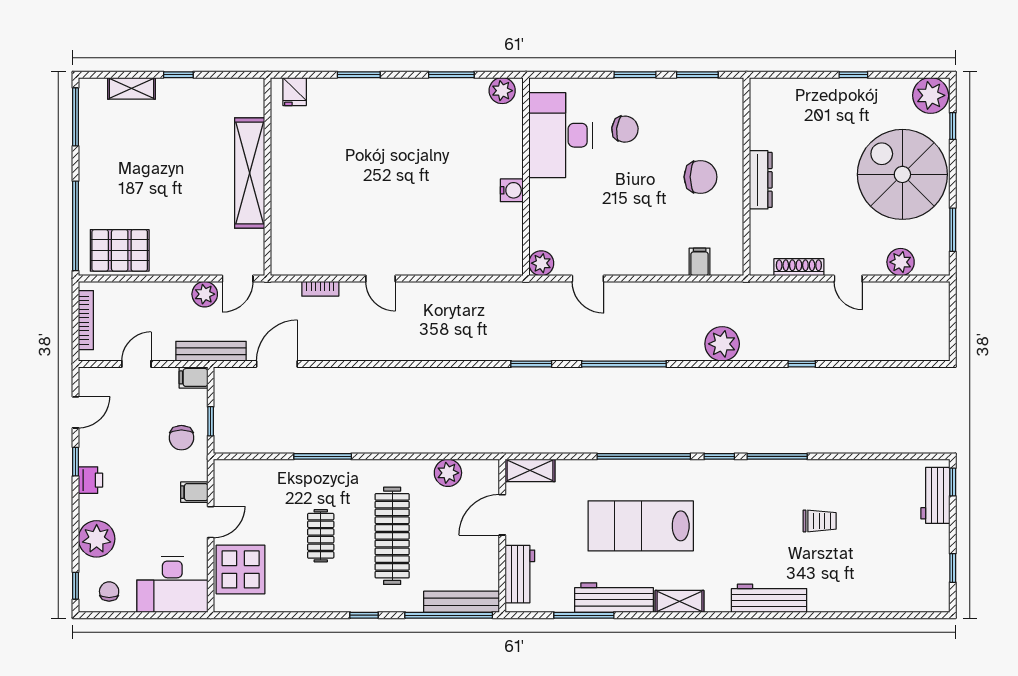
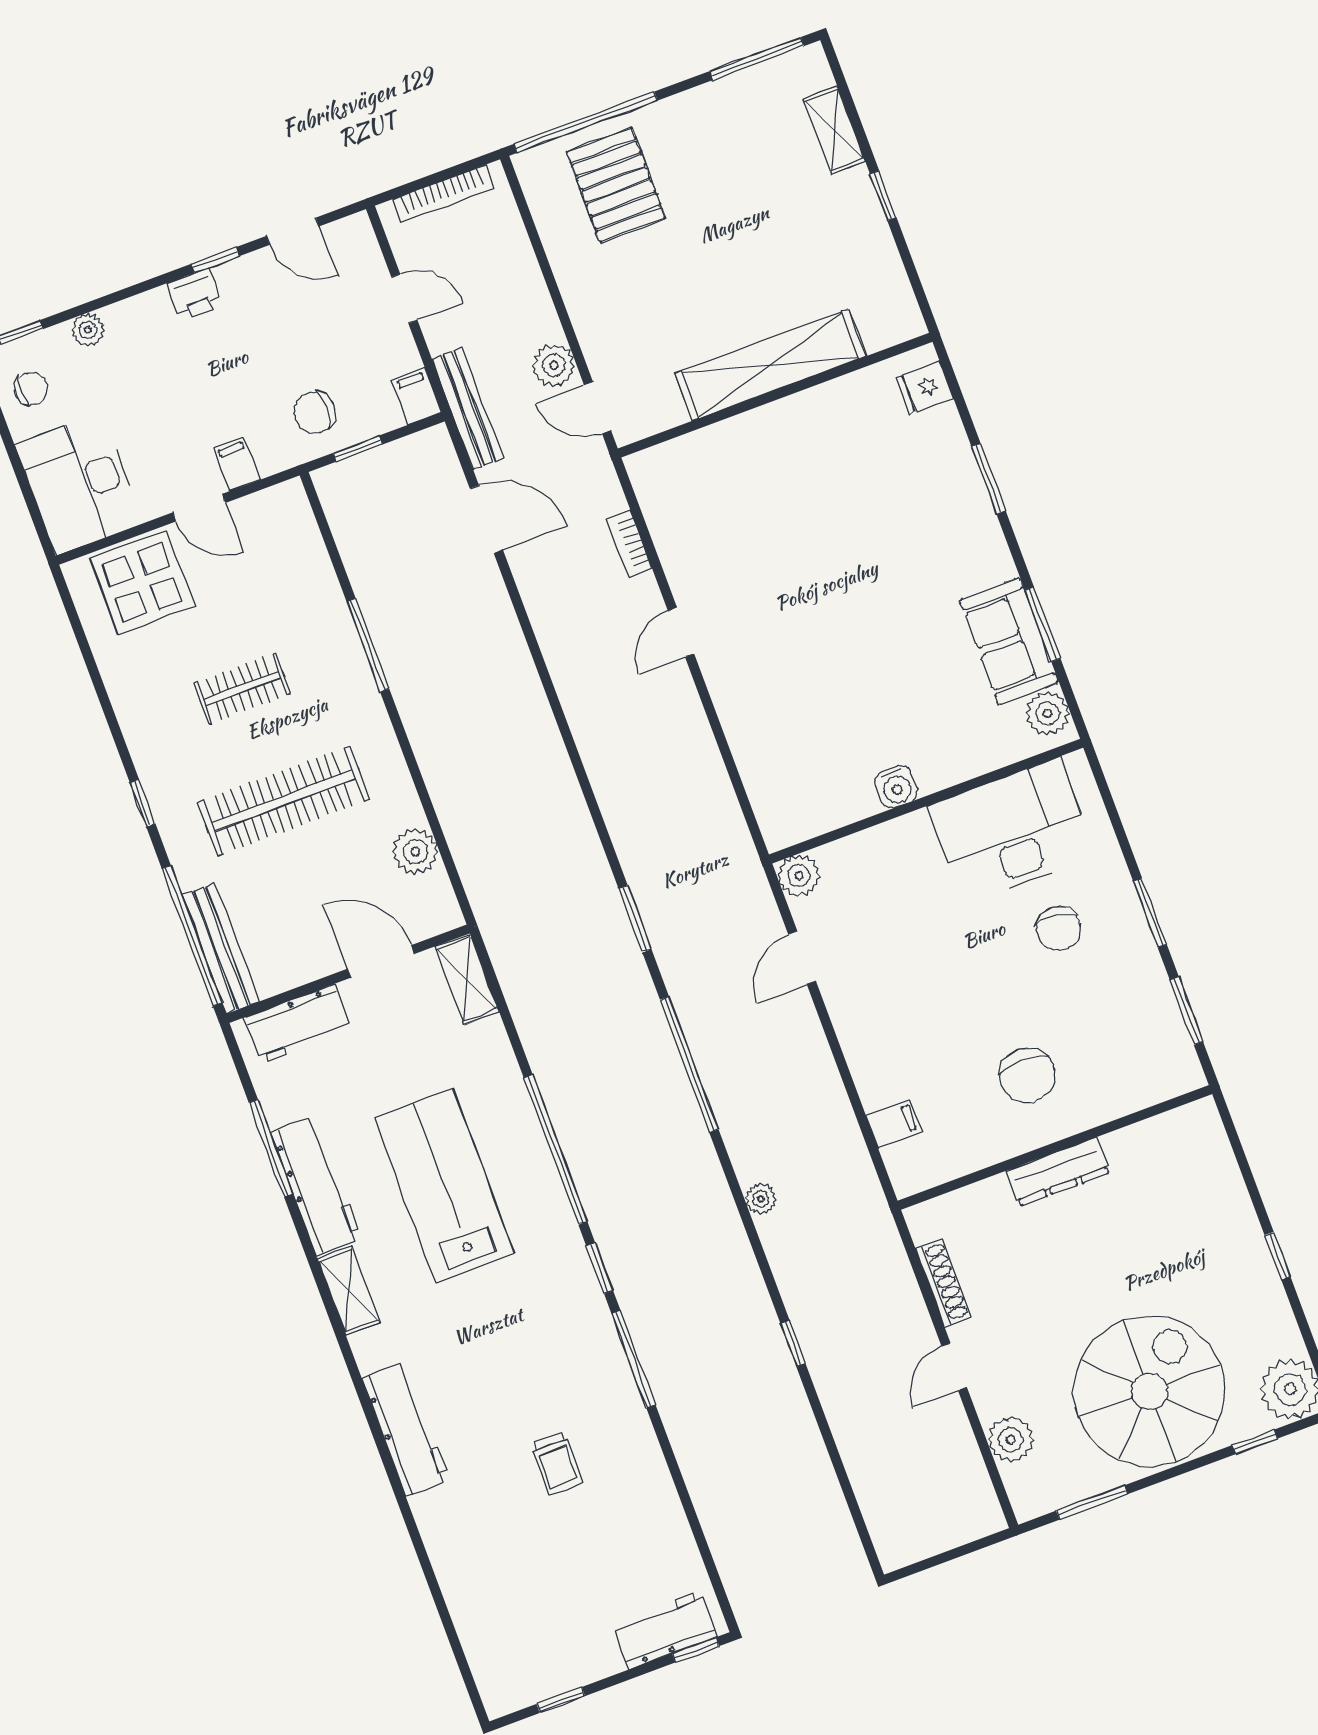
sofa: (454, 97) -> (1009, 641), added
pallet: (120, 250) -> (616, 185), moved
plant: (722, 344) -> (761, 1199), width x0.53, depth x0.53
plant: (97, 539) -> (88, 330), width x0.53, depth x0.53

